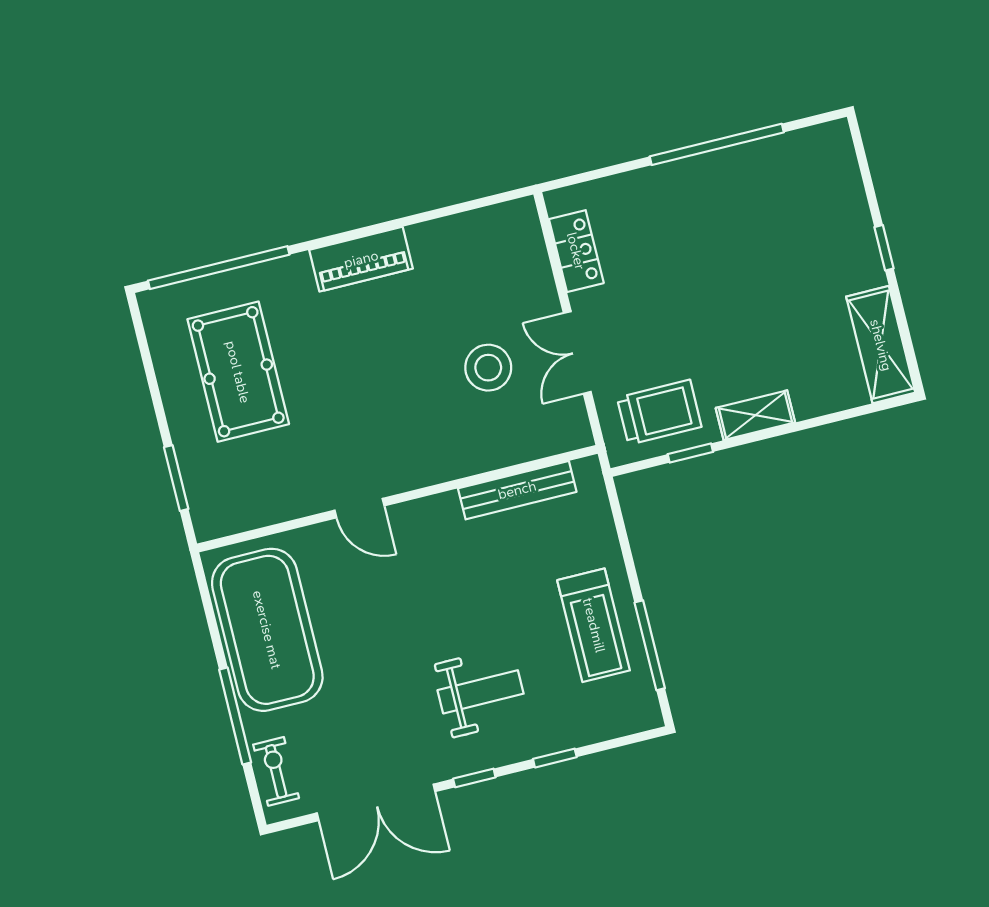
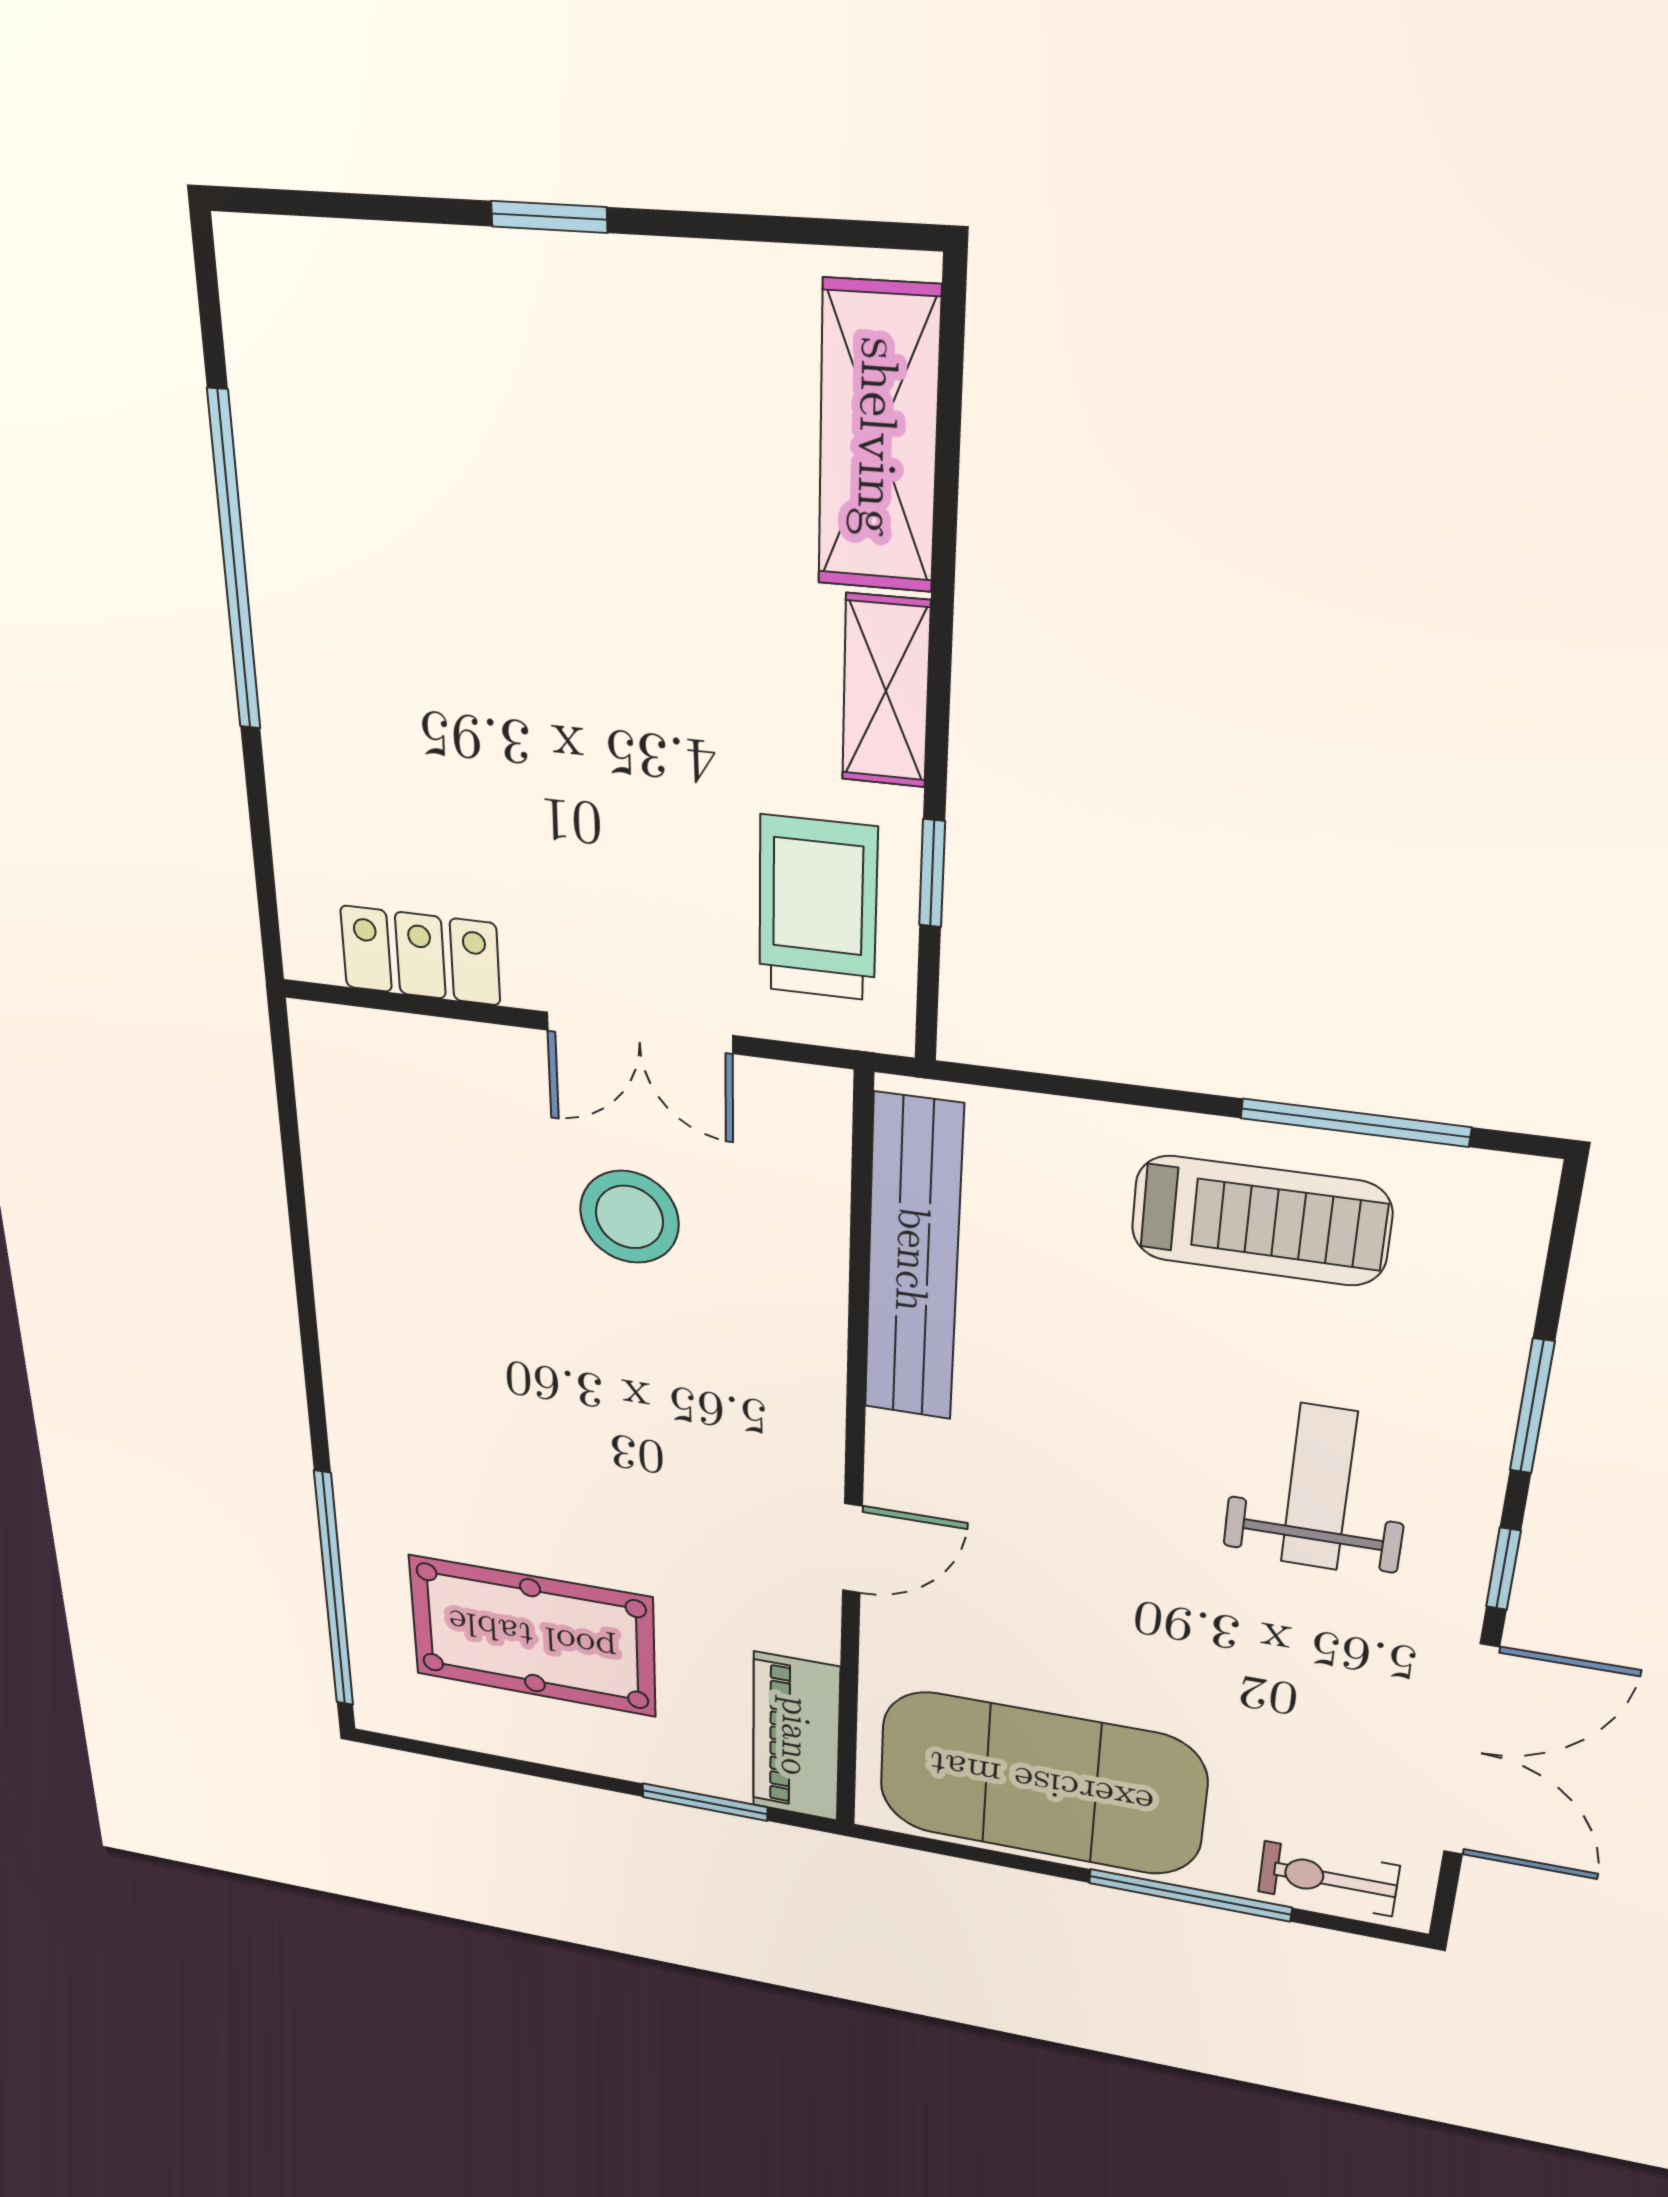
piano: (361, 259) -> (796, 1737), moved, turned 180
shelving: (881, 345) -> (878, 438), moved, turned 90
bench: (517, 490) -> (913, 1260), width x1.37, depth x1.21
window: (555, 758) -> (1532, 1406), width x1.50

